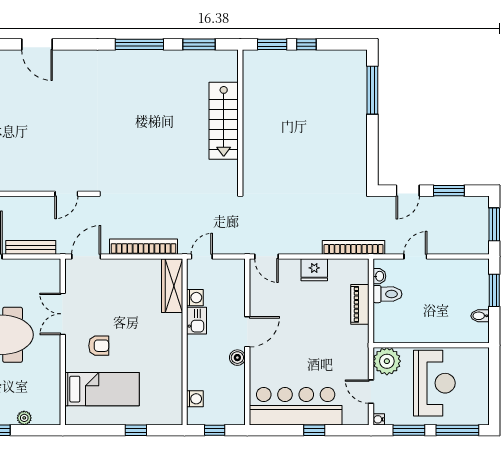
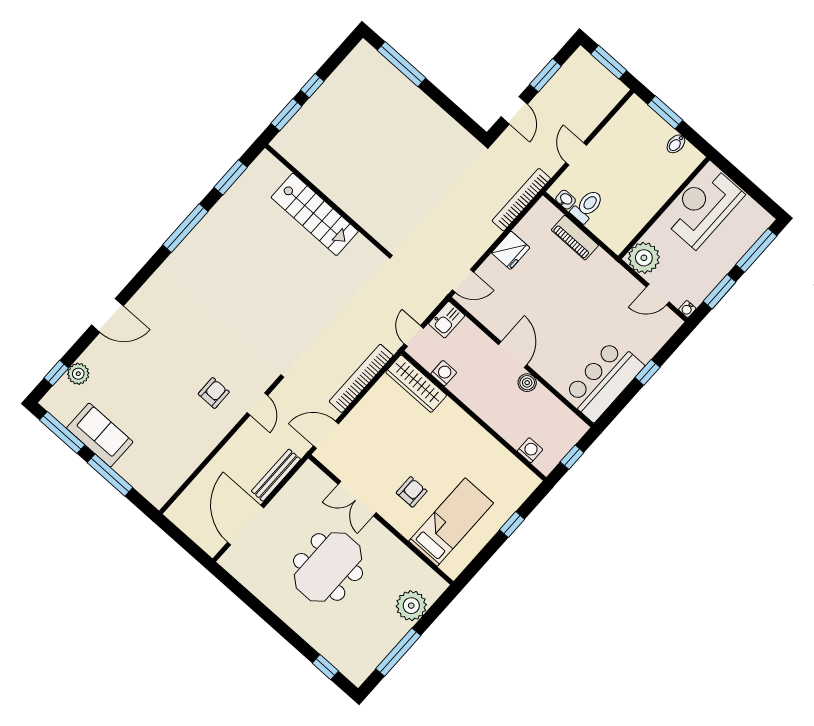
armchair: (48, 159) -> (214, 393), added
door: (86, 256) -> (326, 435), hinge flipped
kitchen sink: (196, 321) -> (447, 320), moved, turned 90
reception desk: (434, 383) -> (703, 207), moved, turned -90
bar counter: (296, 406) -> (604, 380), width x0.73
plant: (24, 418) -> (411, 606), width x1.88, depth x1.88

